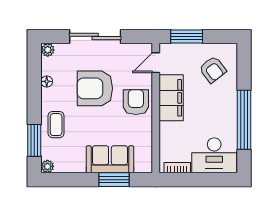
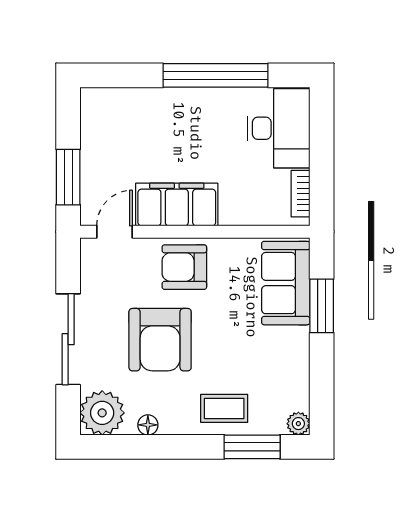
plant: (48, 50) -> (102, 413), width x1.88, depth x1.88
door: (156, 63) -> (114, 232), swing flipped
armchair: (213, 70) -> (127, 131), removed
sofa: (110, 159) -> (286, 283), moved

